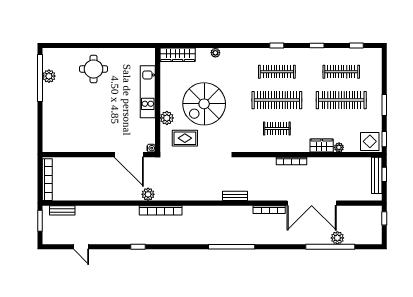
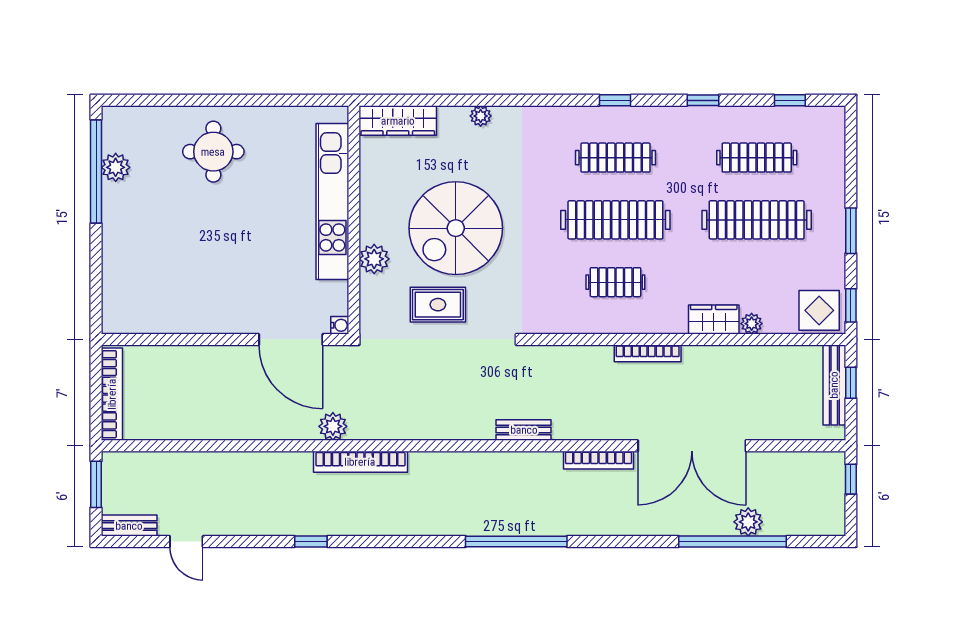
kitchen unit: (148, 92) -> (332, 202), width x1.36
rug: (185, 138) -> (438, 305), moved
bench: (62, 210) -> (129, 526), moved

